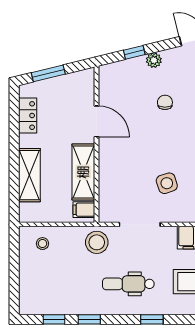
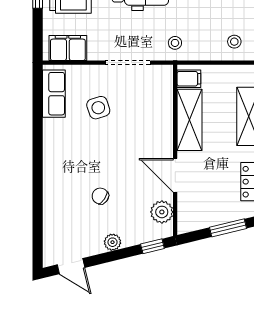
window: (134, 52) -> (152, 246), moved
plant: (109, 88) -> (162, 212), added
chair: (165, 102) -> (100, 196), turned 125
stool: (97, 242) -> (175, 43), width x0.53, depth x0.53

